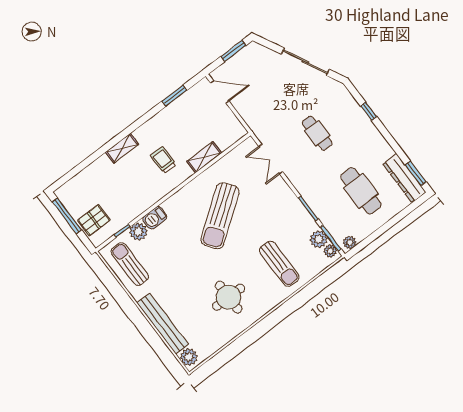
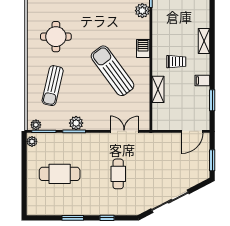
filing cabinet: (162, 120) -> (202, 81), added
cafe table: (317, 133) -> (118, 174), turned 90
window: (416, 173) -> (73, 218), moved
dresser: (404, 178) -> (47, 208), removed
barbecue: (155, 218) -> (143, 48), moved
plant: (319, 239) -> (76, 123), moved
sun lounger: (279, 264) -> (53, 86), turned -77

